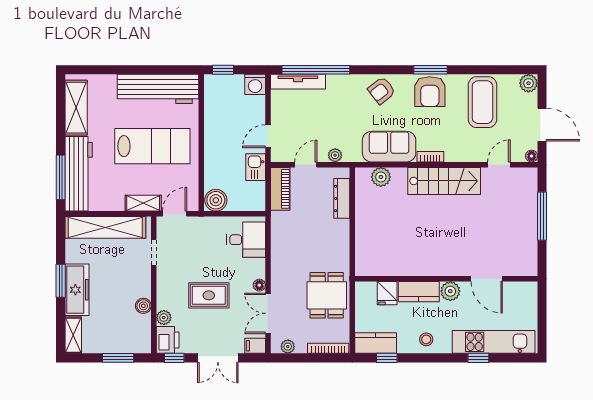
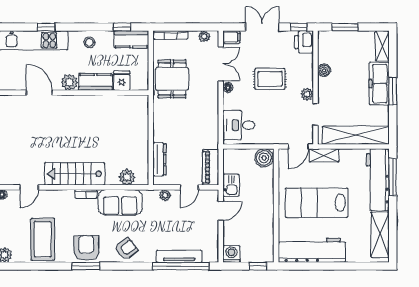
tv unit: (298, 82) -> (179, 256), moved
plant: (164, 318) -> (307, 94), moved

